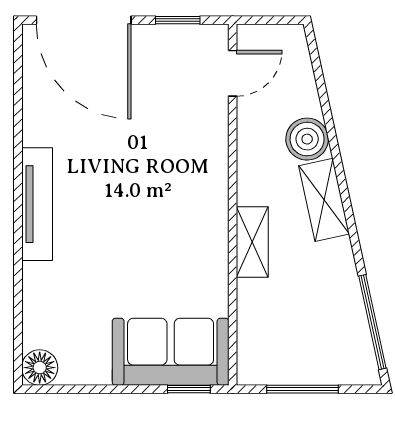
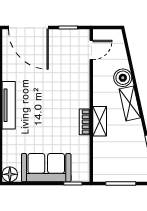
bookcase: (217, 243) -> (85, 122), added
sofa: (171, 352) -> (46, 168), moved

